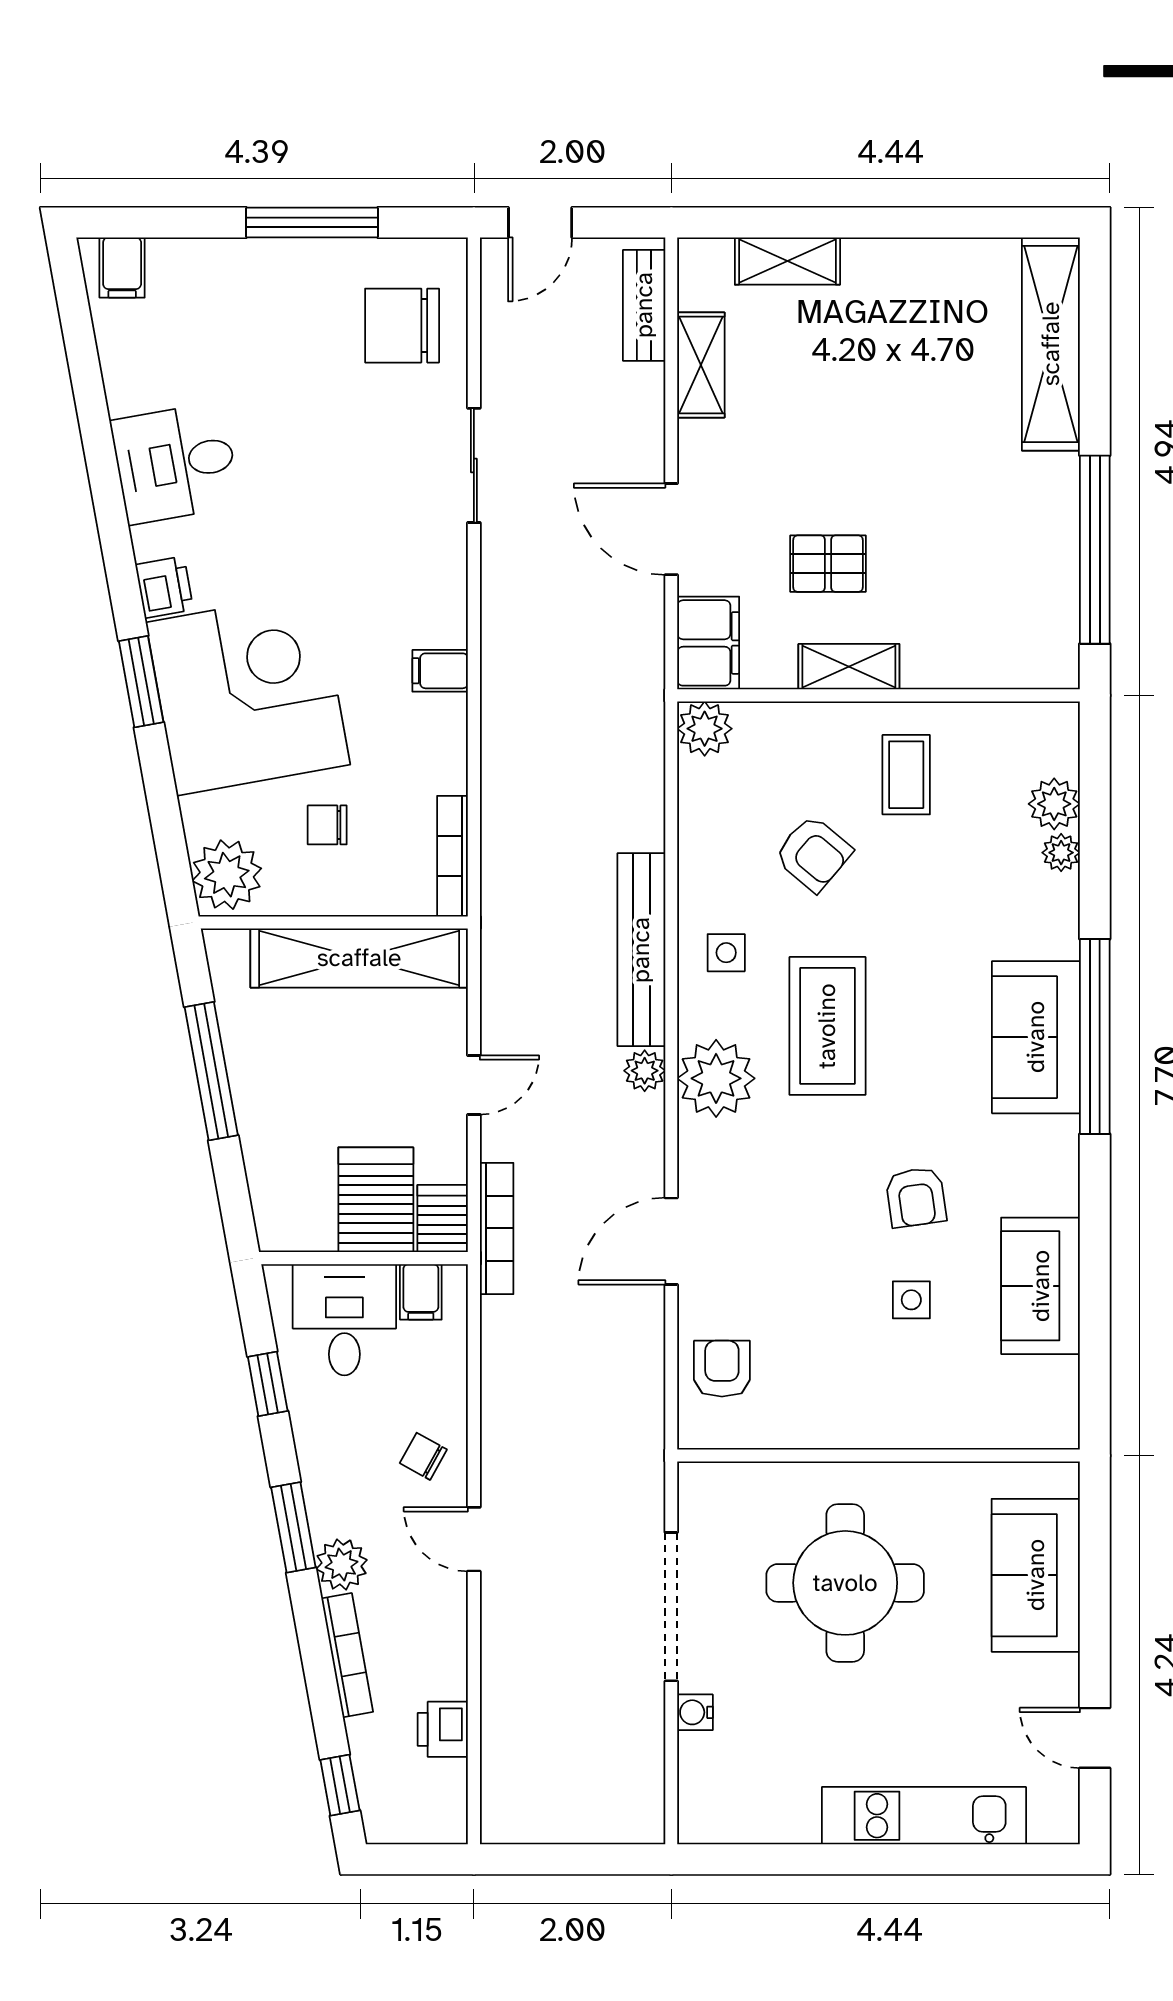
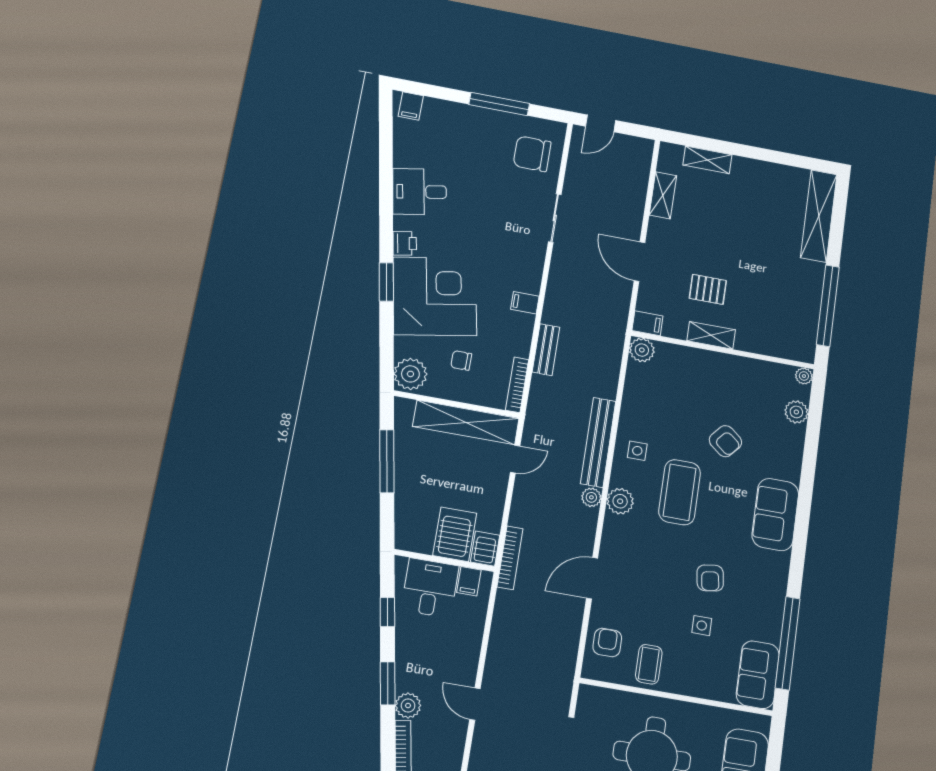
bench: (644, 305) -> (546, 350), moved
filing cabinet: (708, 643) -> (647, 323), width x0.50
coffee table: (906, 775) -> (649, 664), moved
plant: (1061, 853) -> (804, 376), moved
armchair: (813, 854) -> (725, 441), moved
window: (1095, 1036) -> (788, 643), moved
plant: (716, 1078) -> (620, 501), width x0.73, depth x0.73
door: (474, 1085) -> (515, 459), moved
sofa: (1041, 1286) -> (758, 675), moved
chair: (423, 1456) -> (457, 660), removed

